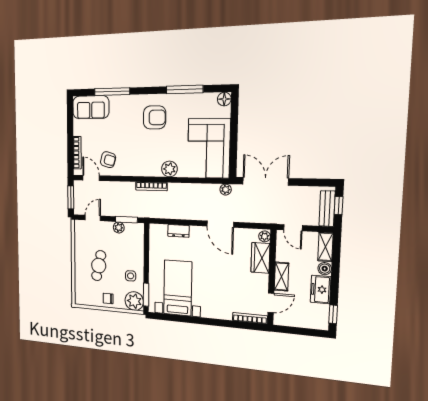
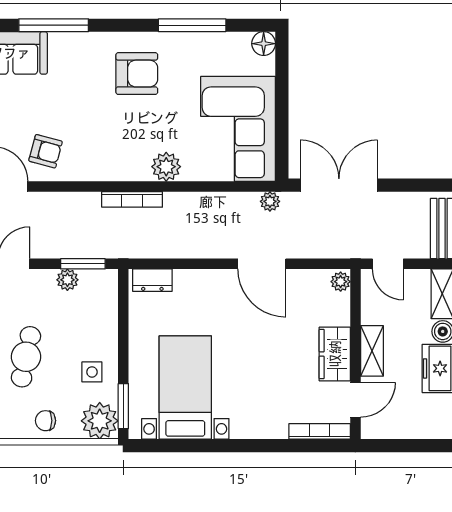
dresser: (178, 231) -> (152, 280), moved
wardrobe: (260, 258) -> (335, 354), moved

